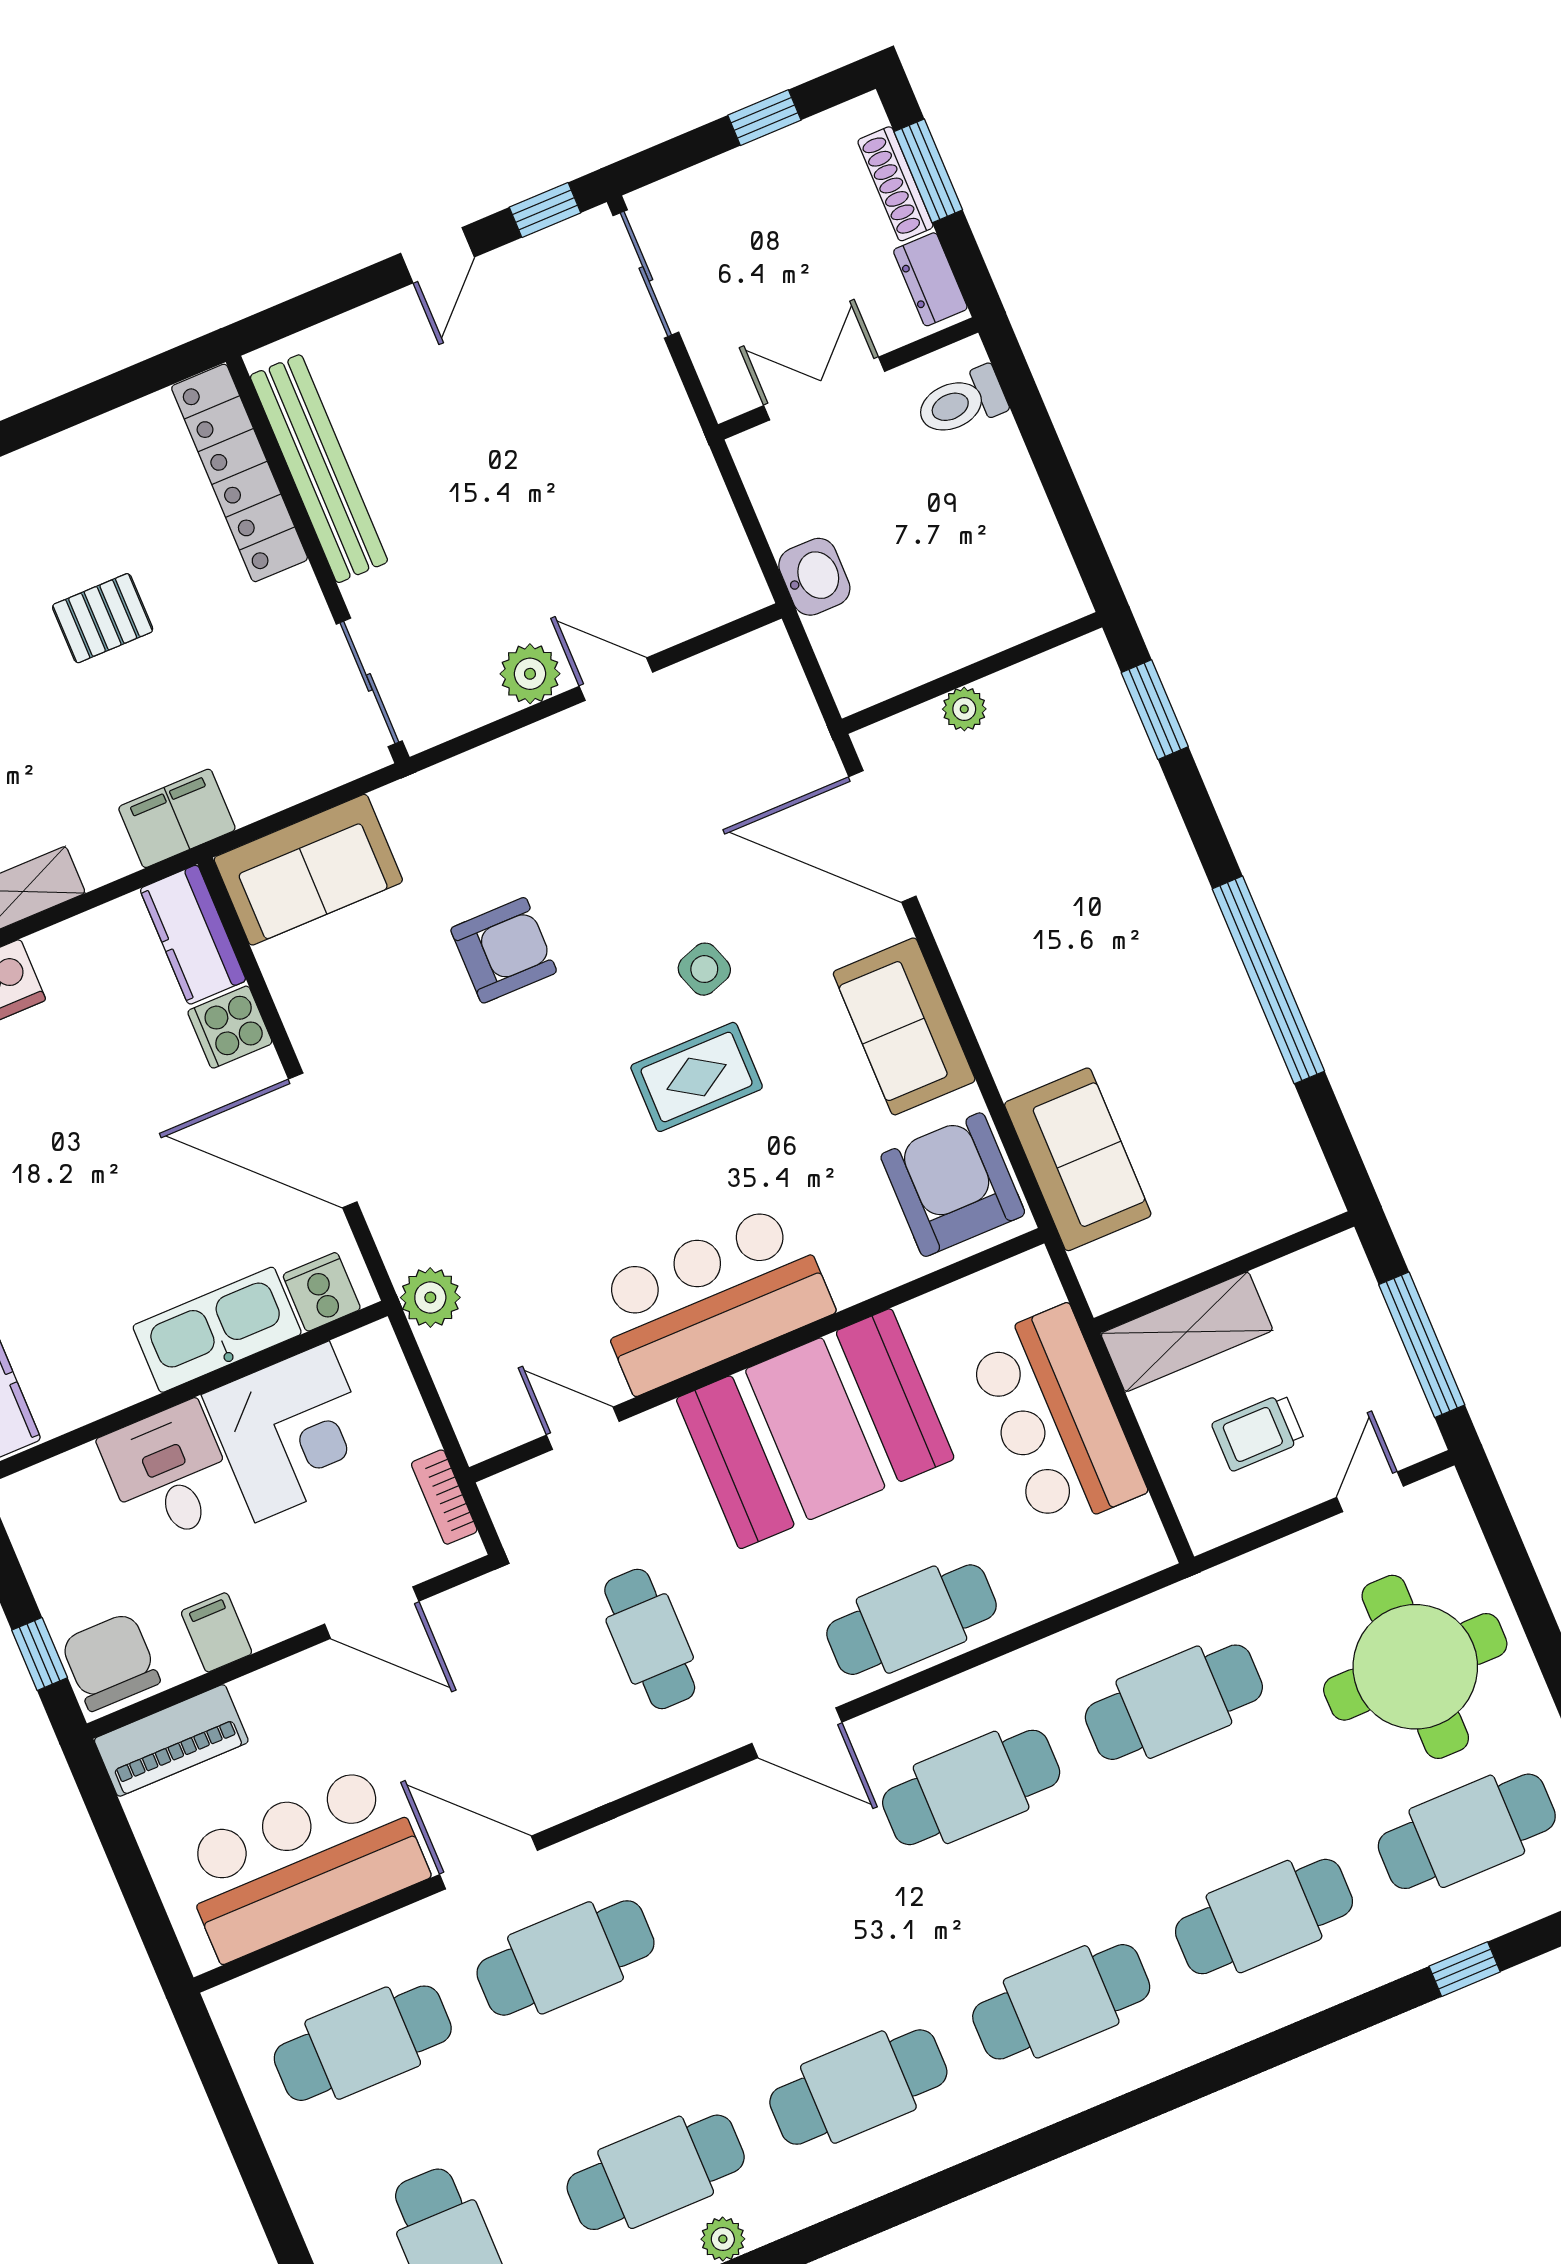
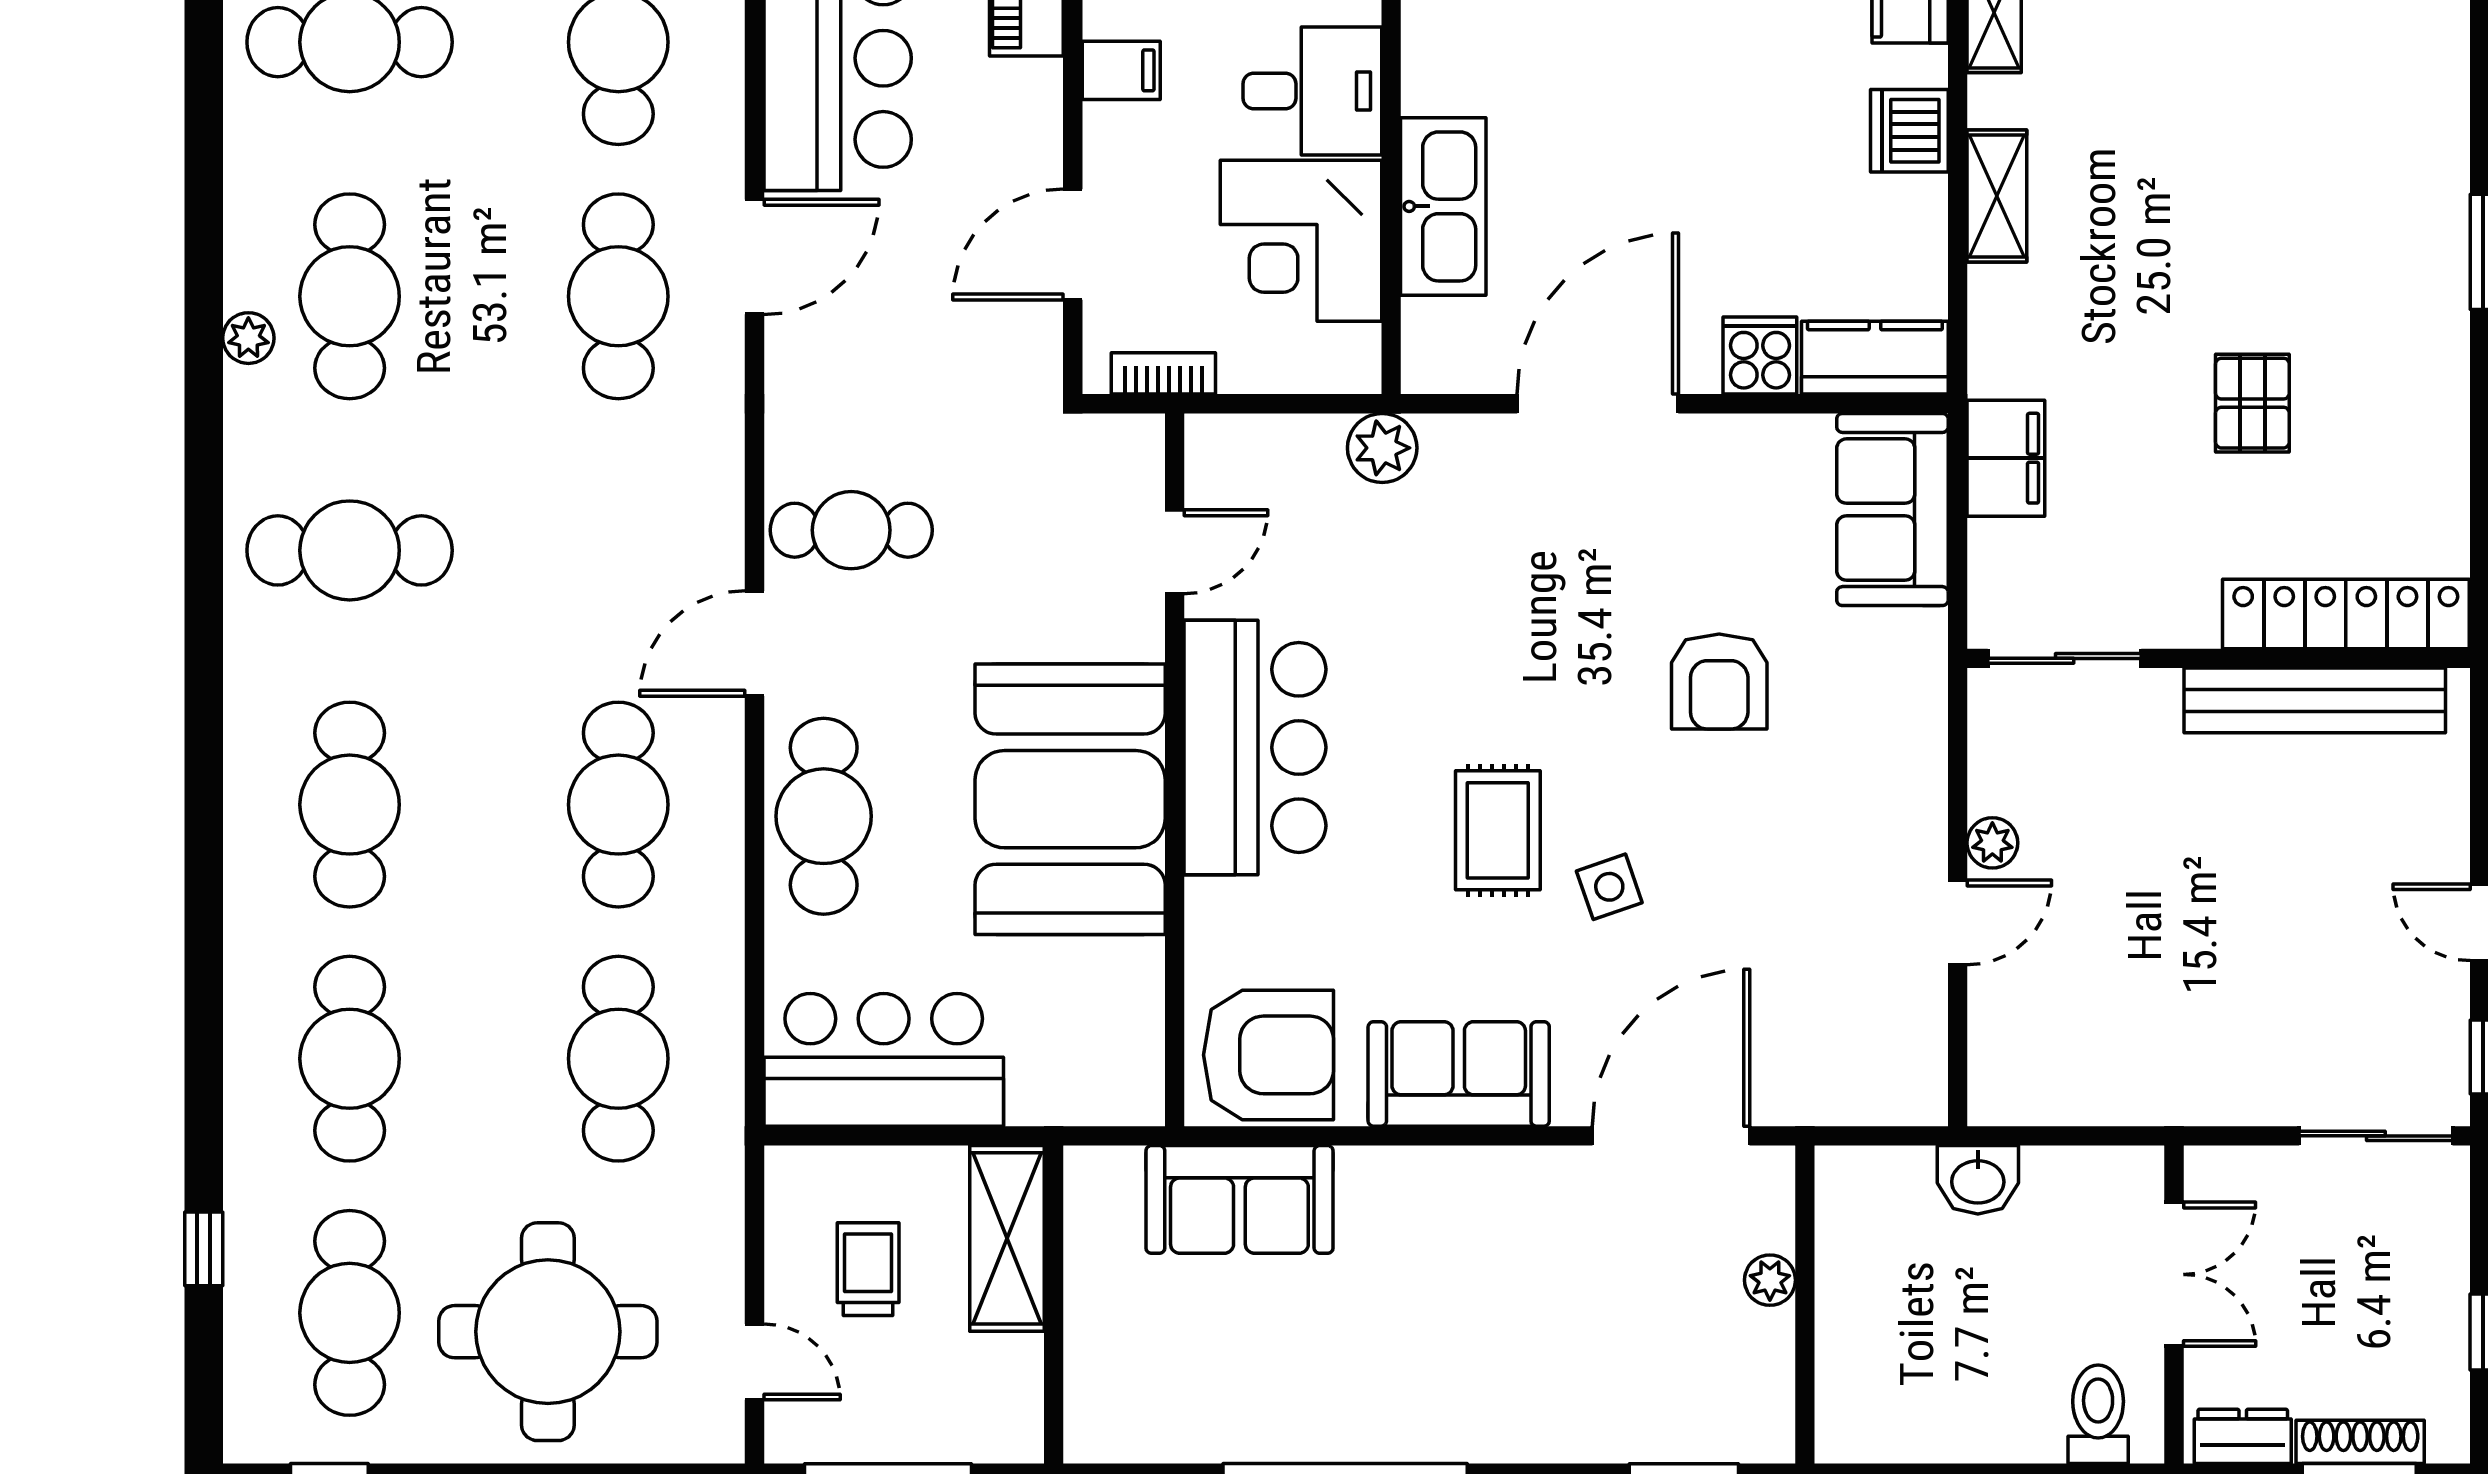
plant: (530, 674) -> (1992, 843), width x0.73, depth x0.73
filing cabinet: (177, 818) -> (2006, 458), moved
cooker: (322, 1292) -> (1437, 335), removed
bar counter: (1056, 1419) -> (884, 1060), moved
cafe table: (650, 1639) -> (851, 530), moved
cafe table: (858, 2087) -> (350, 550), turned 90

